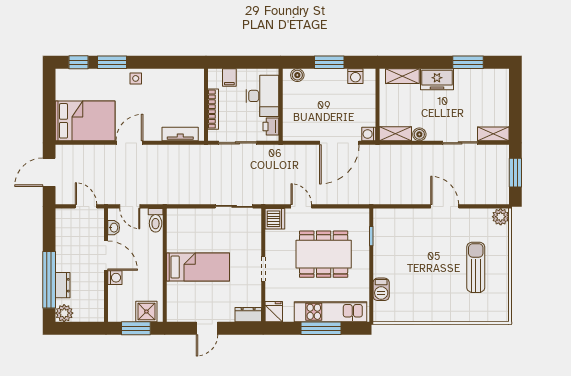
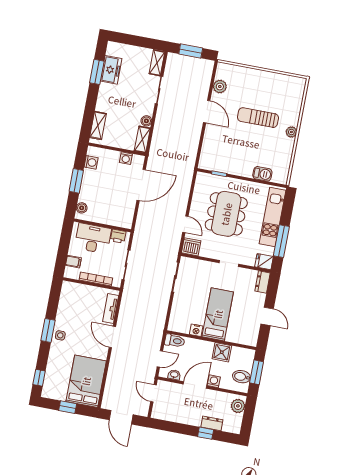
window: (112, 62) -> (48, 330), moved
freezer: (437, 79) -> (111, 70), moved
window: (49, 104) -> (68, 407), added
washing machine: (369, 134) -> (126, 158), moved
door: (129, 143) -> (112, 337), moved
door: (339, 143) -> (141, 185), hinge flipped
door: (86, 206) -> (153, 393), hinge flipped
door: (301, 206) -> (185, 224), swing flipped
door: (445, 206) -> (207, 112), swing flipped
plant: (501, 217) -> (220, 86), moved
nightstand: (173, 244) -> (196, 330), added
sun lounger: (476, 267) -> (258, 118), moved
window: (49, 280) -> (206, 433), width x0.32
bidet: (127, 311) -> (241, 377), added
shower: (146, 312) -> (222, 352), moved
plant: (64, 313) -> (238, 406), moved
plant: (439, 315) -> (291, 132), added
window: (321, 328) -> (281, 241), moved

